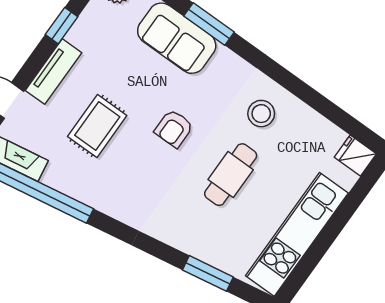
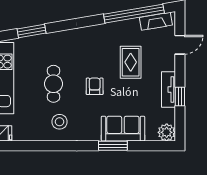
tv unit: (53, 72) -> (169, 89), moved

